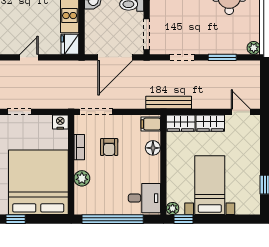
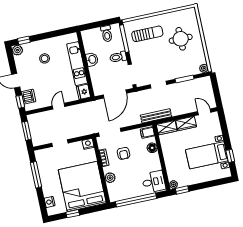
bed with nightstands: (210, 185) -> (207, 155), moved, turned -90

